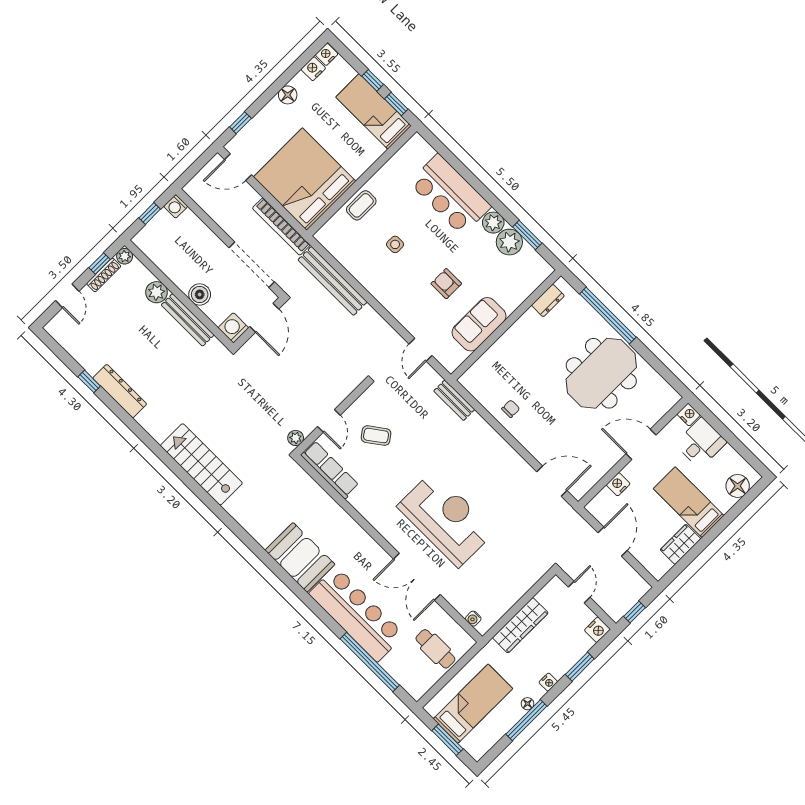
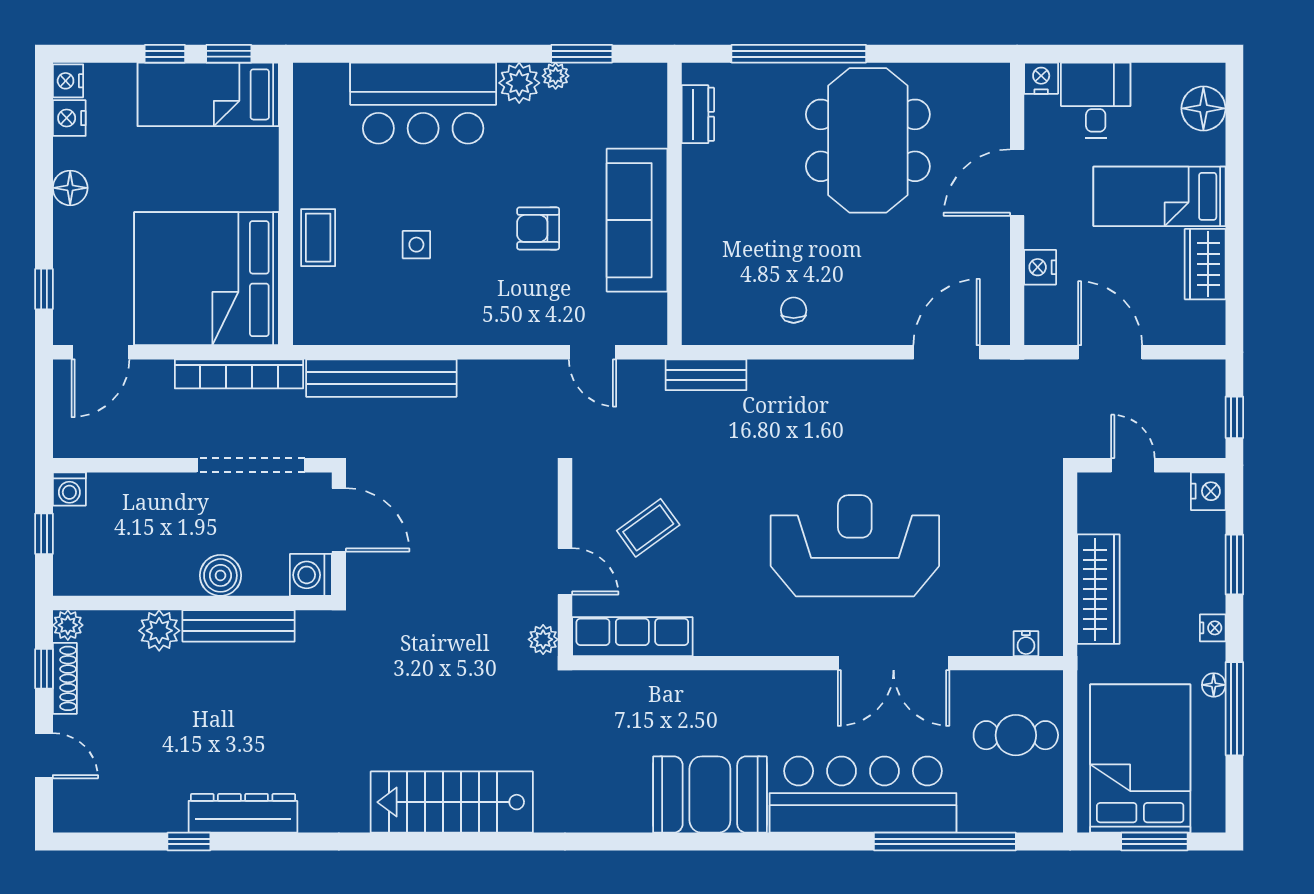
plant: (509, 242) -> (556, 76), width x0.53, depth x0.53
sofa: (479, 324) -> (637, 220), width x1.36
bed: (473, 704) -> (1140, 759), width x1.50

